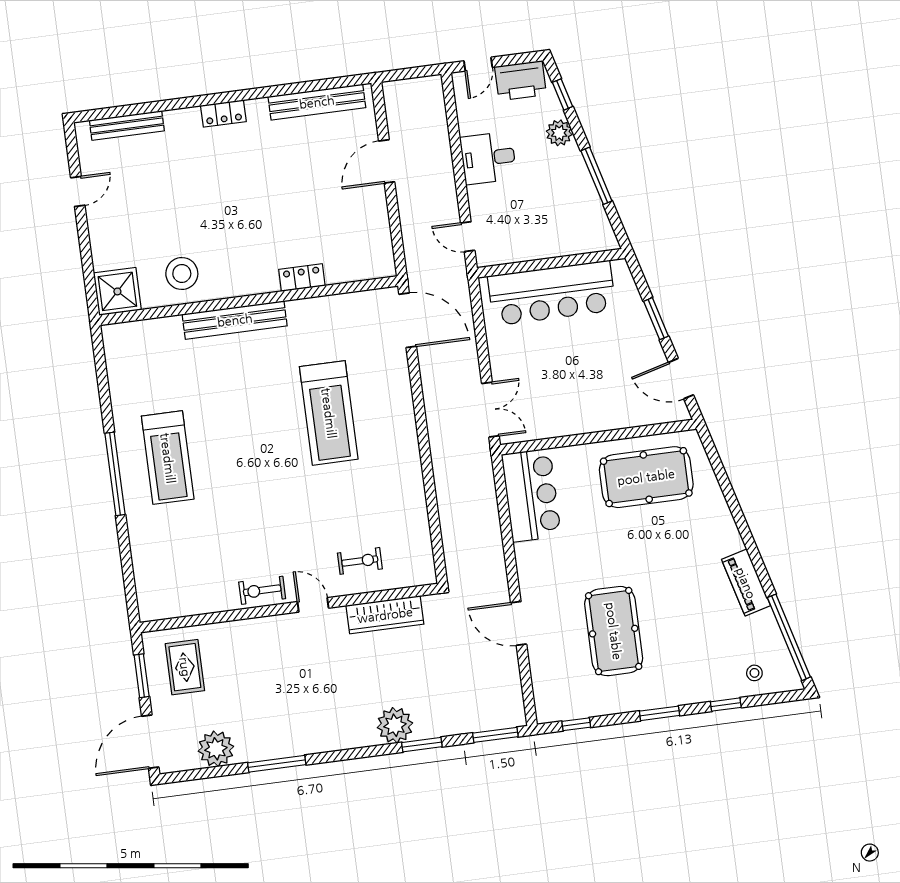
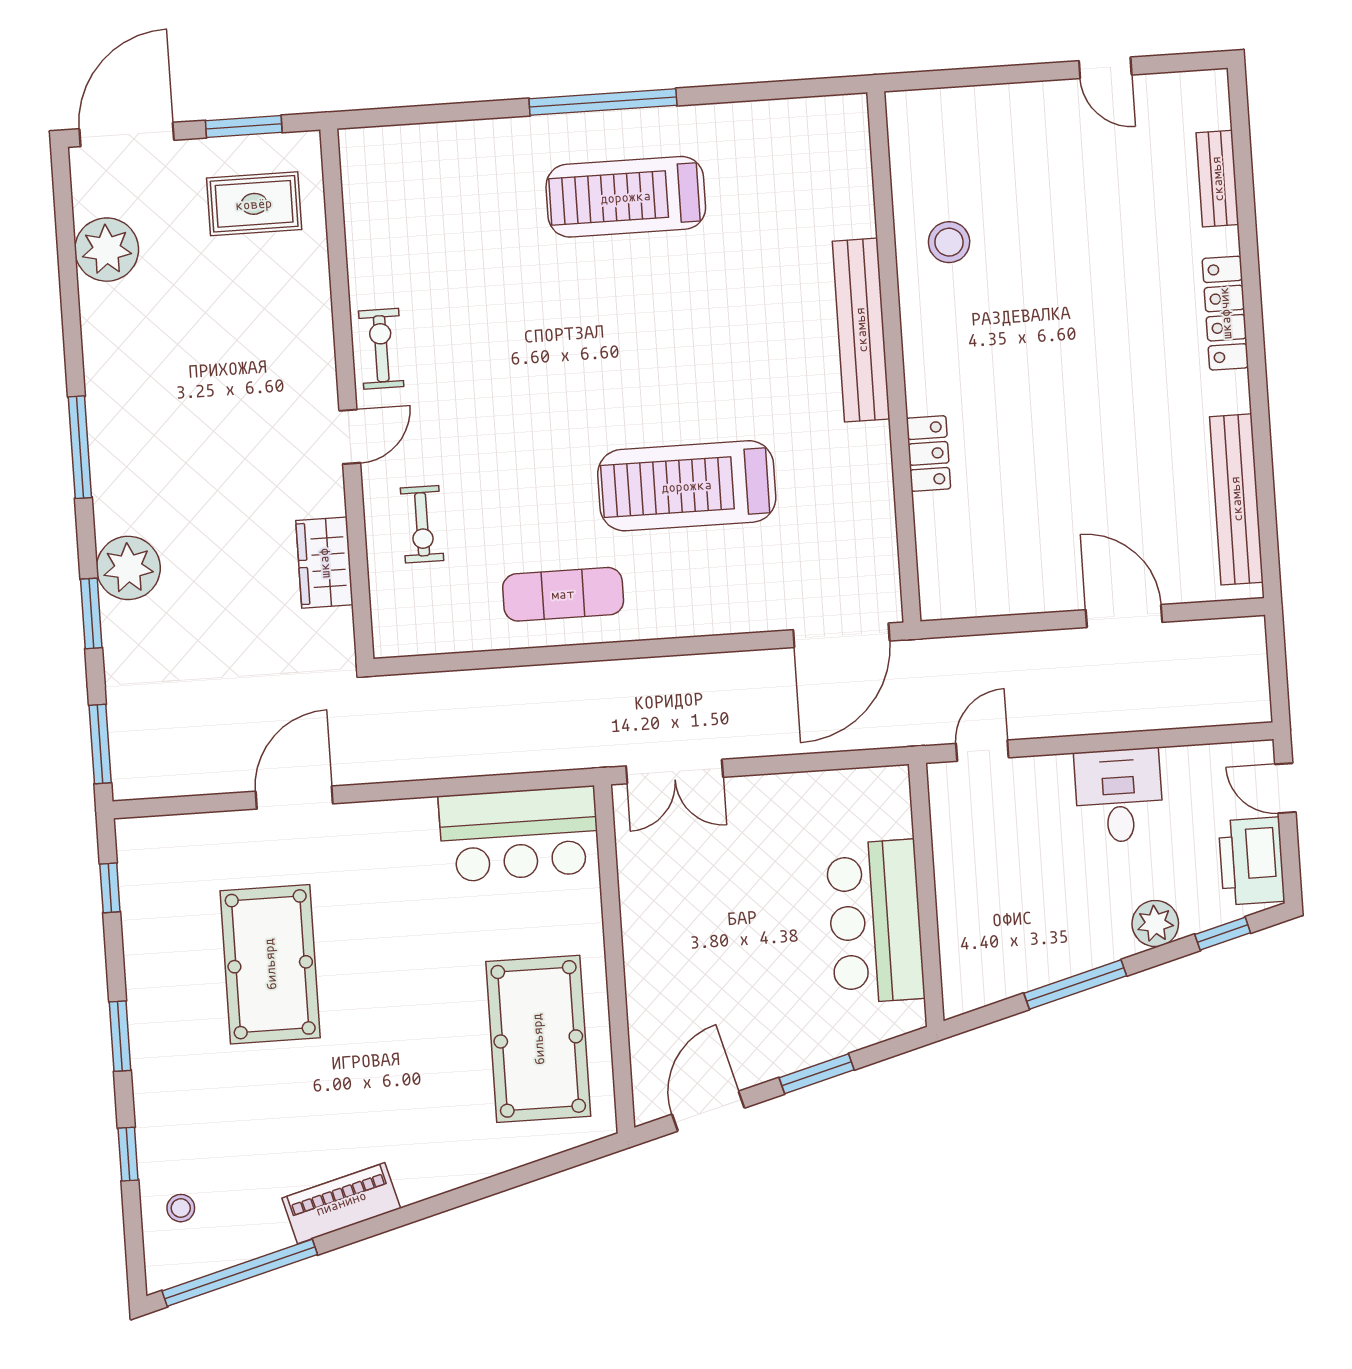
locker: (223, 113) -> (1225, 313), width x1.53
bench: (127, 125) -> (1217, 179), width x0.73
stool: (182, 273) -> (949, 242), width x0.73, depth x0.73
shower: (117, 291) -> (925, 126), removed
bar counter: (552, 293) -> (875, 922), width x0.73
exercise mat: (394, 479) -> (563, 594), added
wardrobe: (385, 615) -> (324, 563), width x0.67
pool table: (614, 631) -> (270, 964), turned 90
door: (150, 742) -> (127, 134), hinge flipped
window: (277, 764) -> (80, 447), moved

